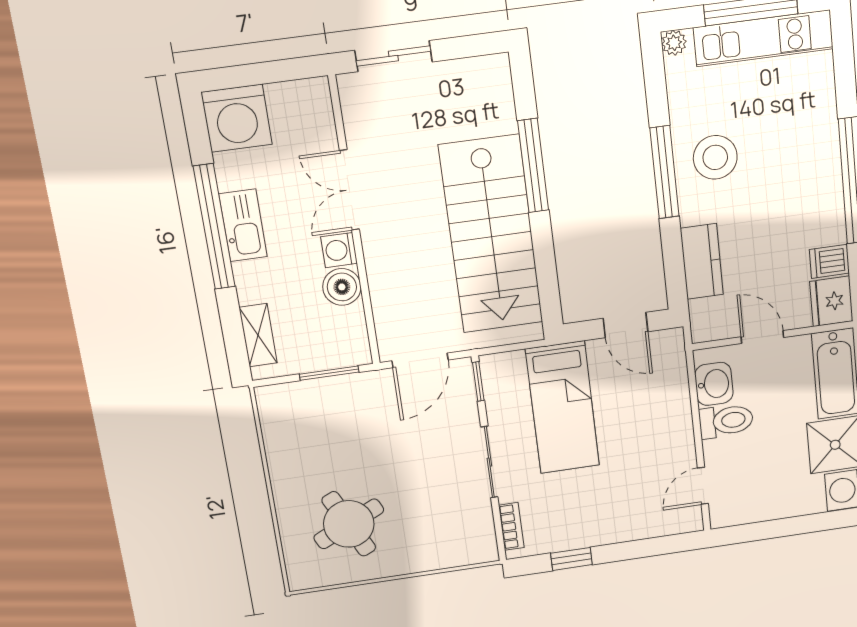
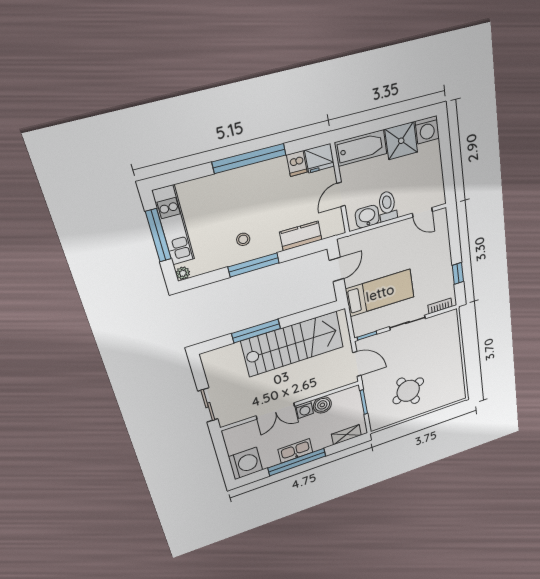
stool: (715, 157) -> (243, 239), width x0.53, depth x0.53
round table: (349, 524) -> (408, 391), moved

